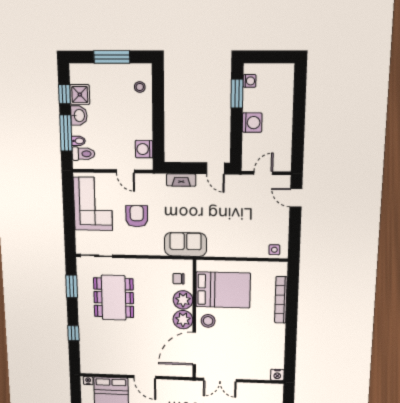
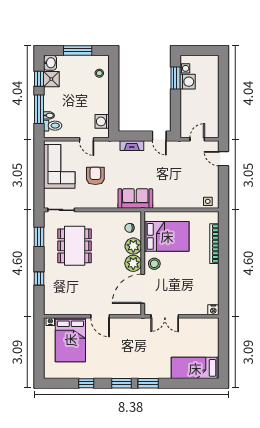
washbasin: (79, 116) -> (50, 63), moved
washing machine: (252, 123) -> (188, 82), moved

